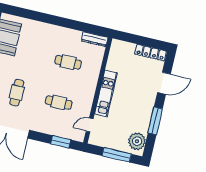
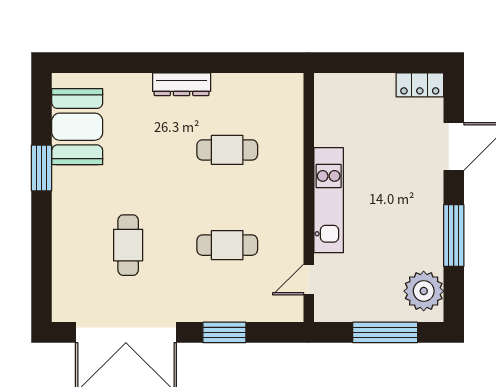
dresser: (95, 39) -> (182, 84), moved
locker: (151, 53) -> (420, 85), width x0.66
window: (61, 142) -> (224, 332), moved

